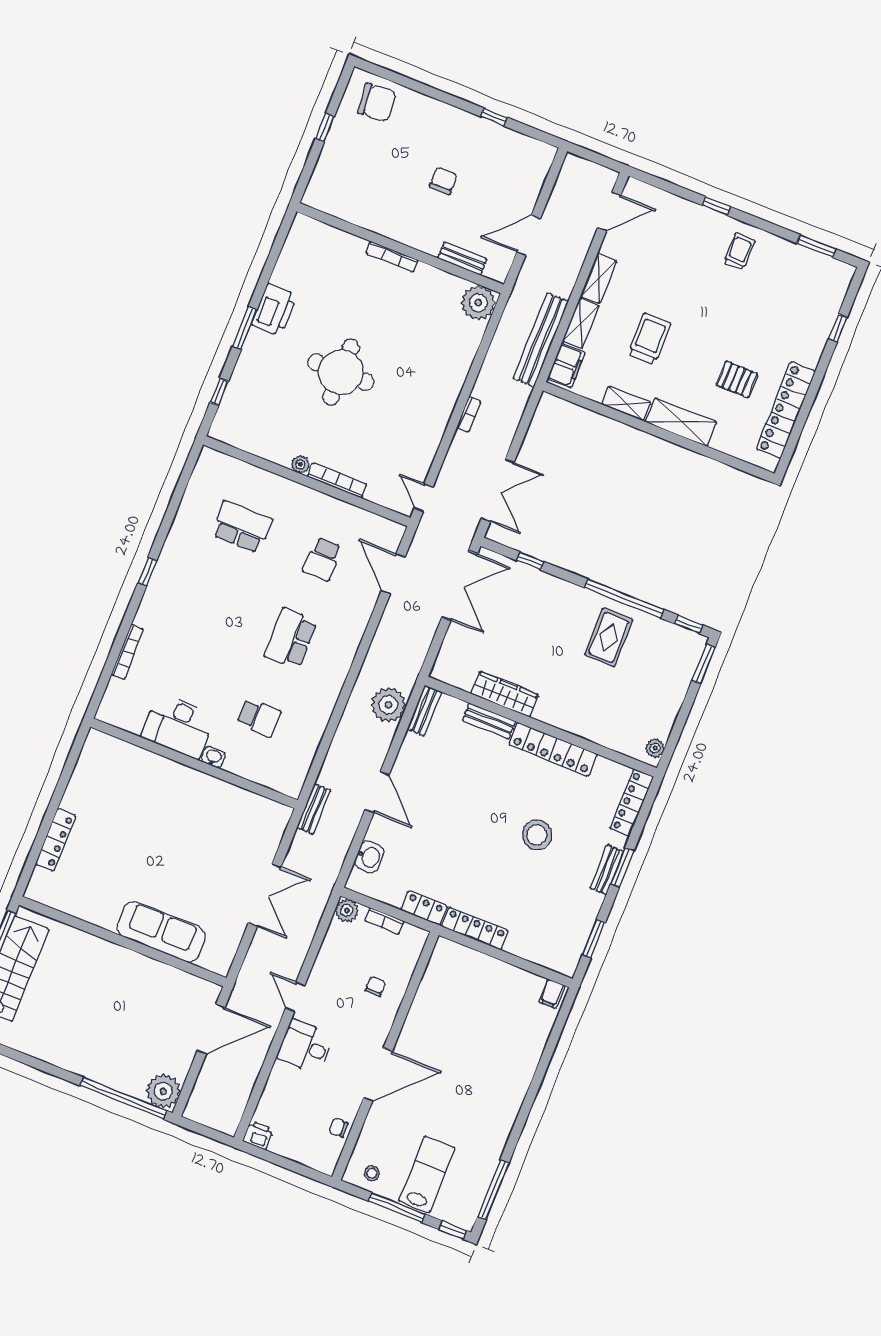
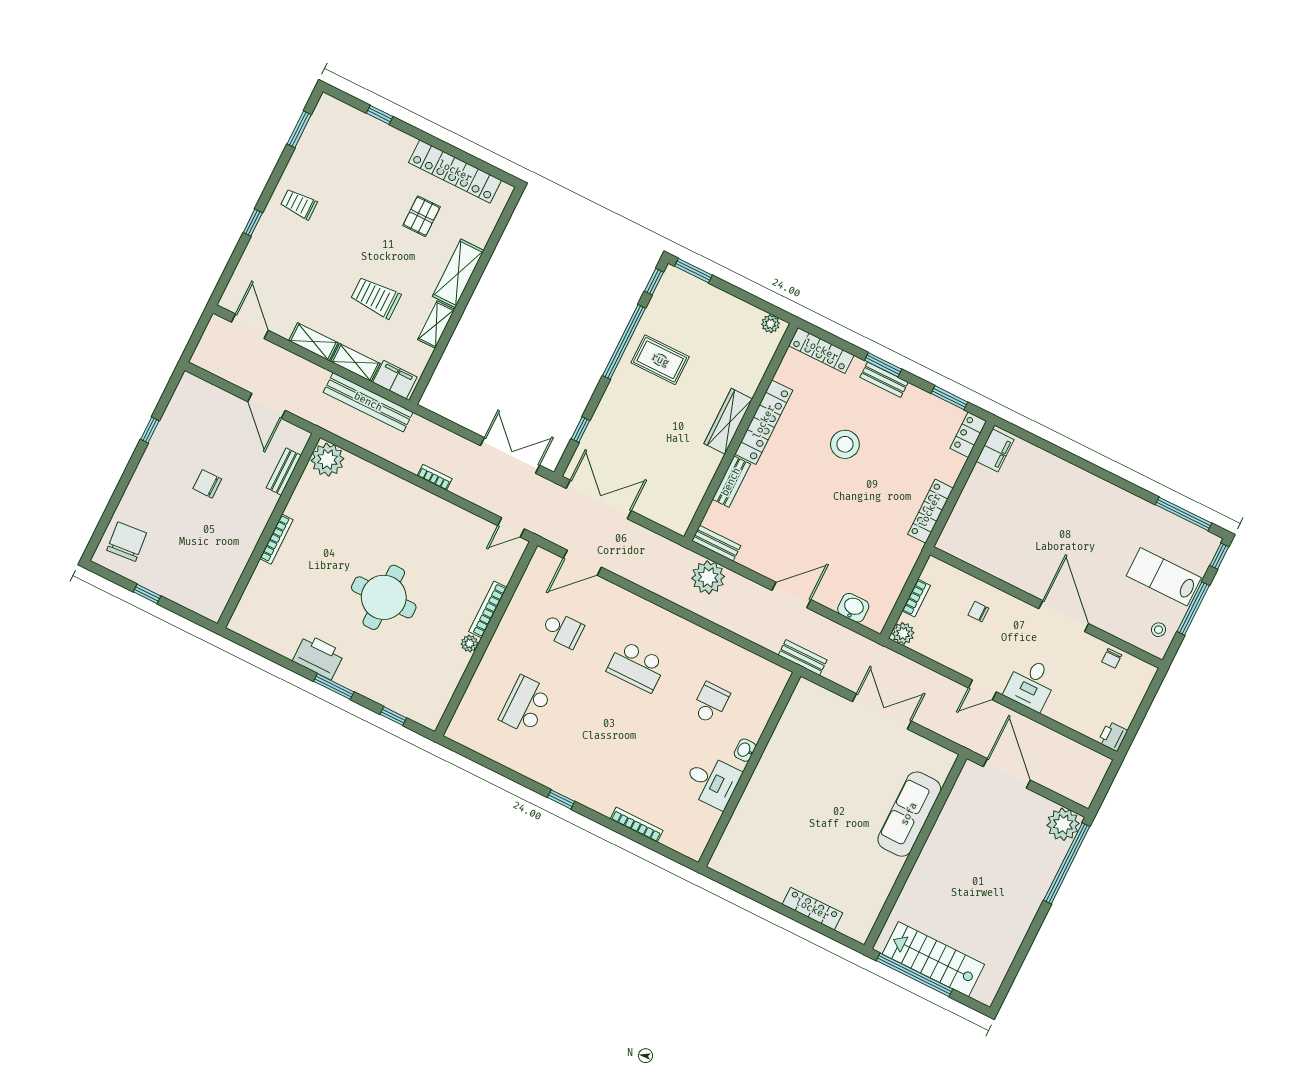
wardrobe: (505, 694) -> (728, 421), moved
desk: (178, 726) -> (712, 781), width x0.73
locker: (424, 908) -> (968, 435), moved
filing cabinet: (552, 994) -> (995, 450), width x2.00

